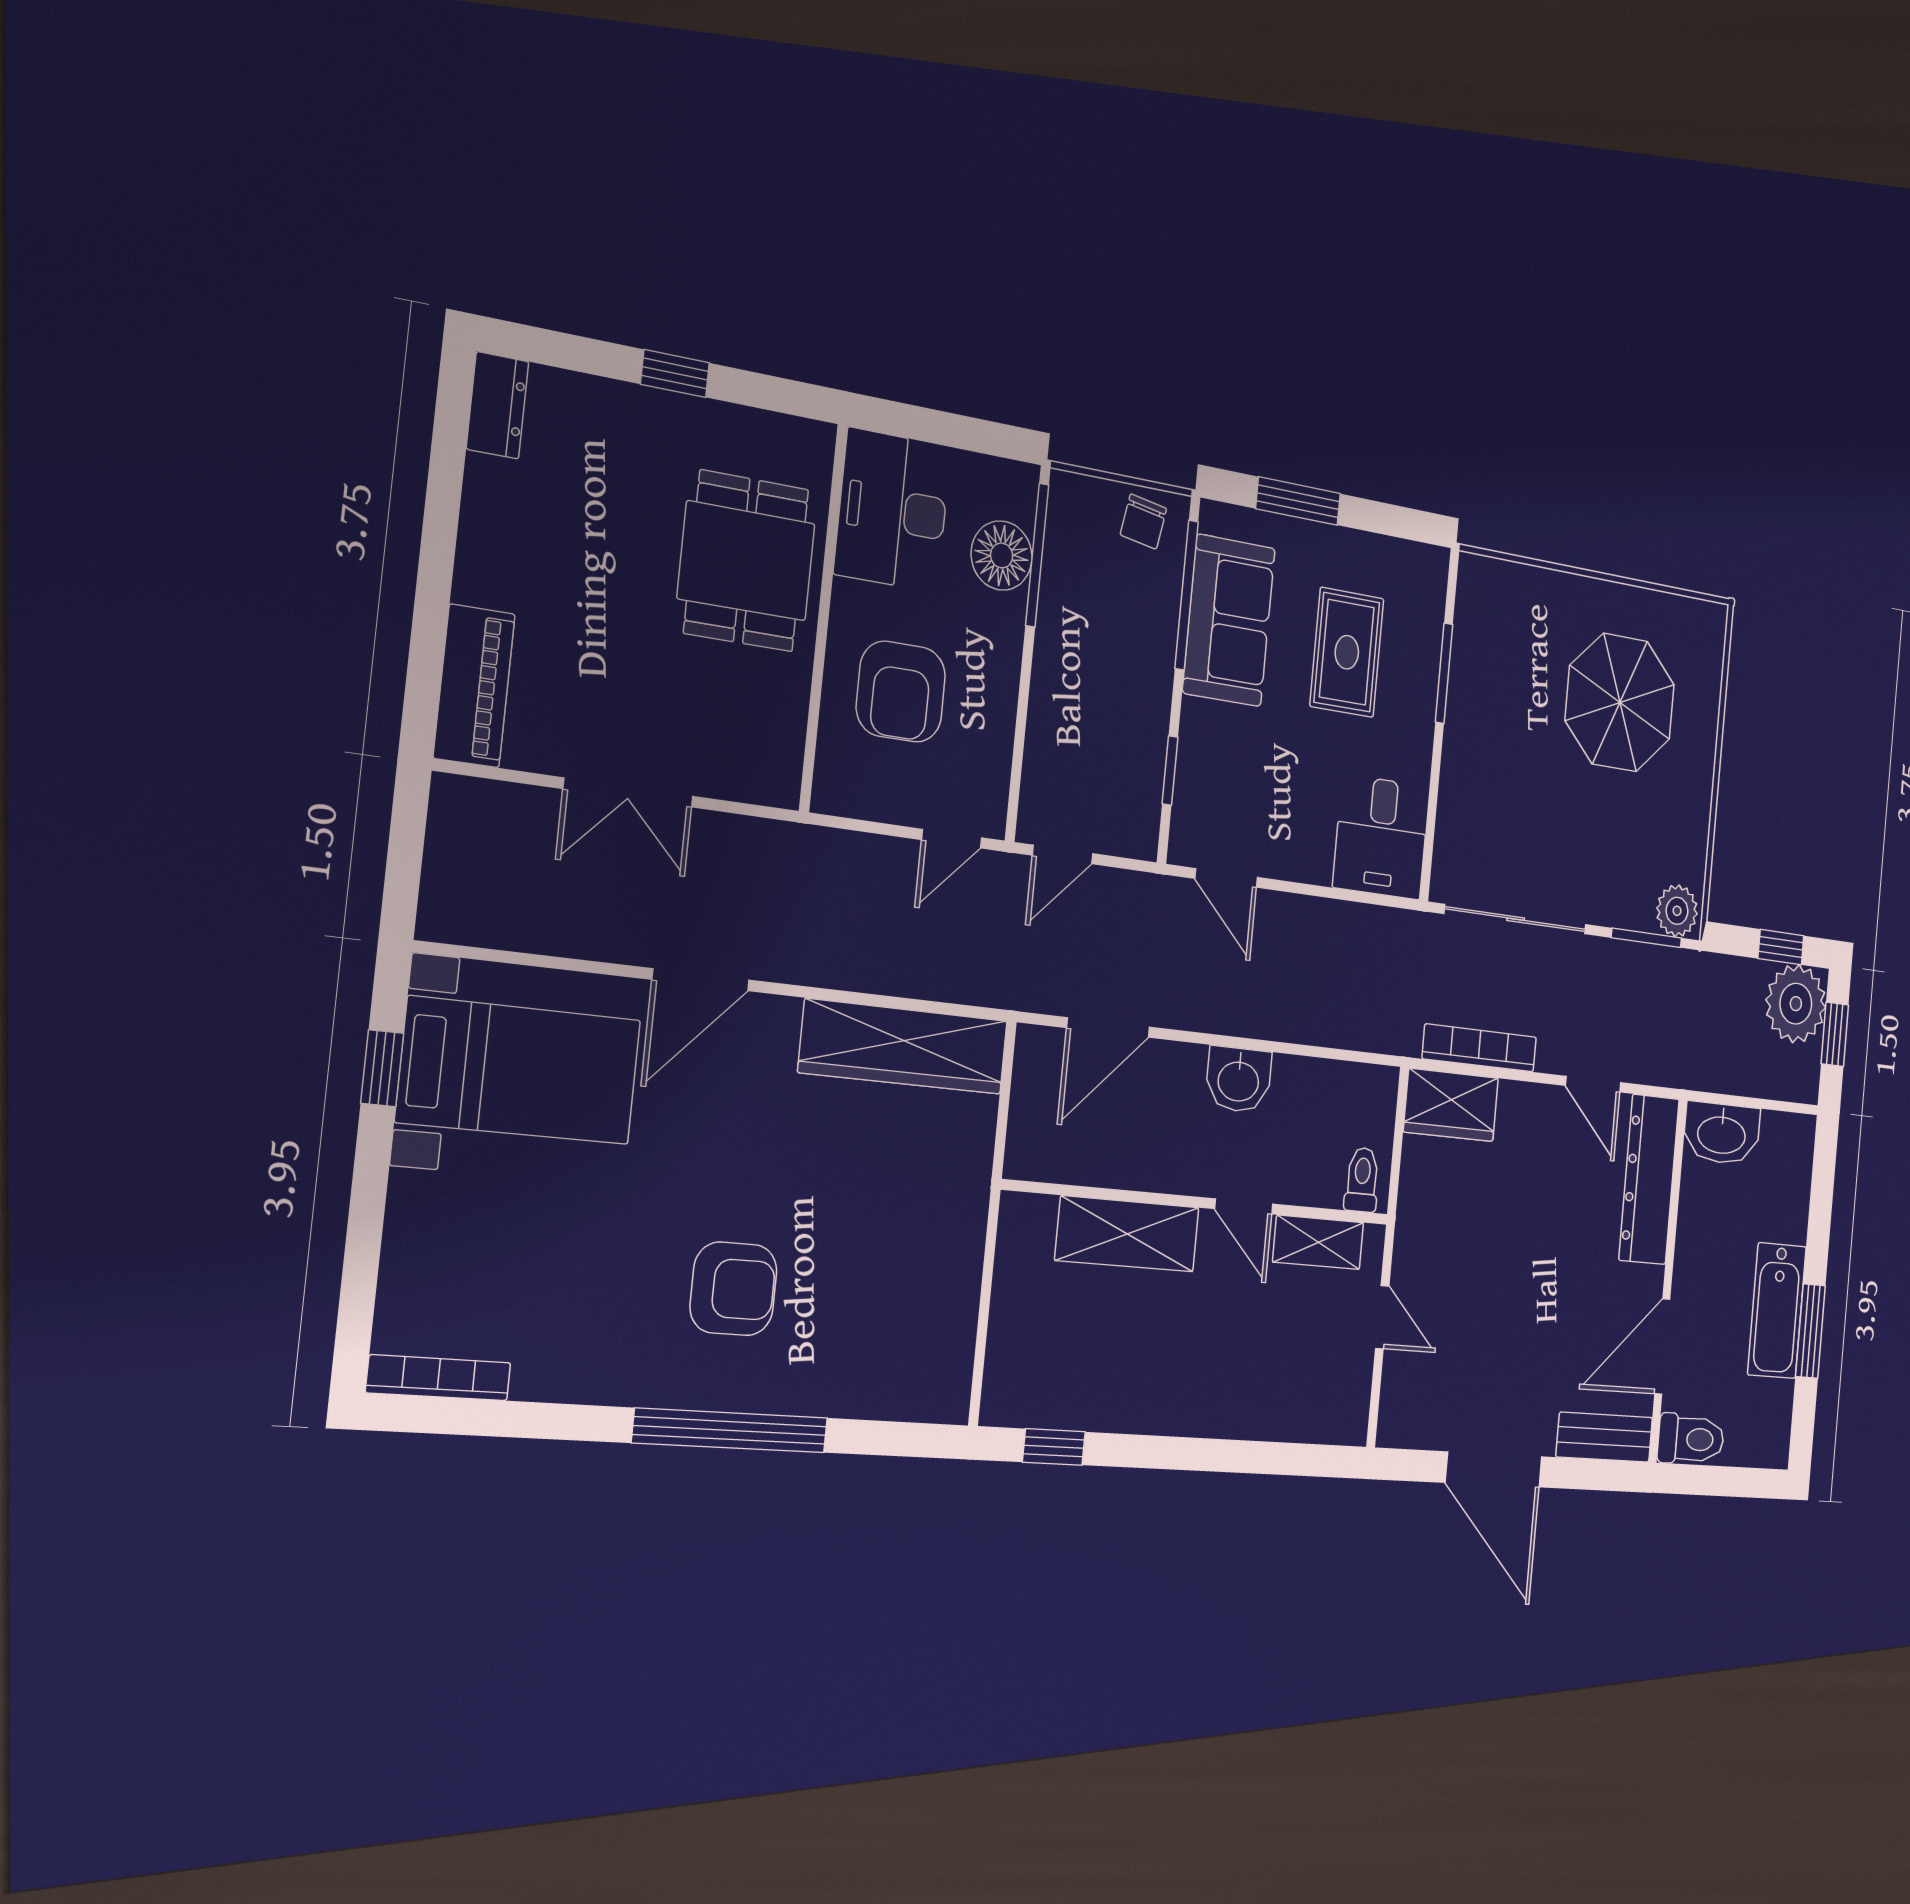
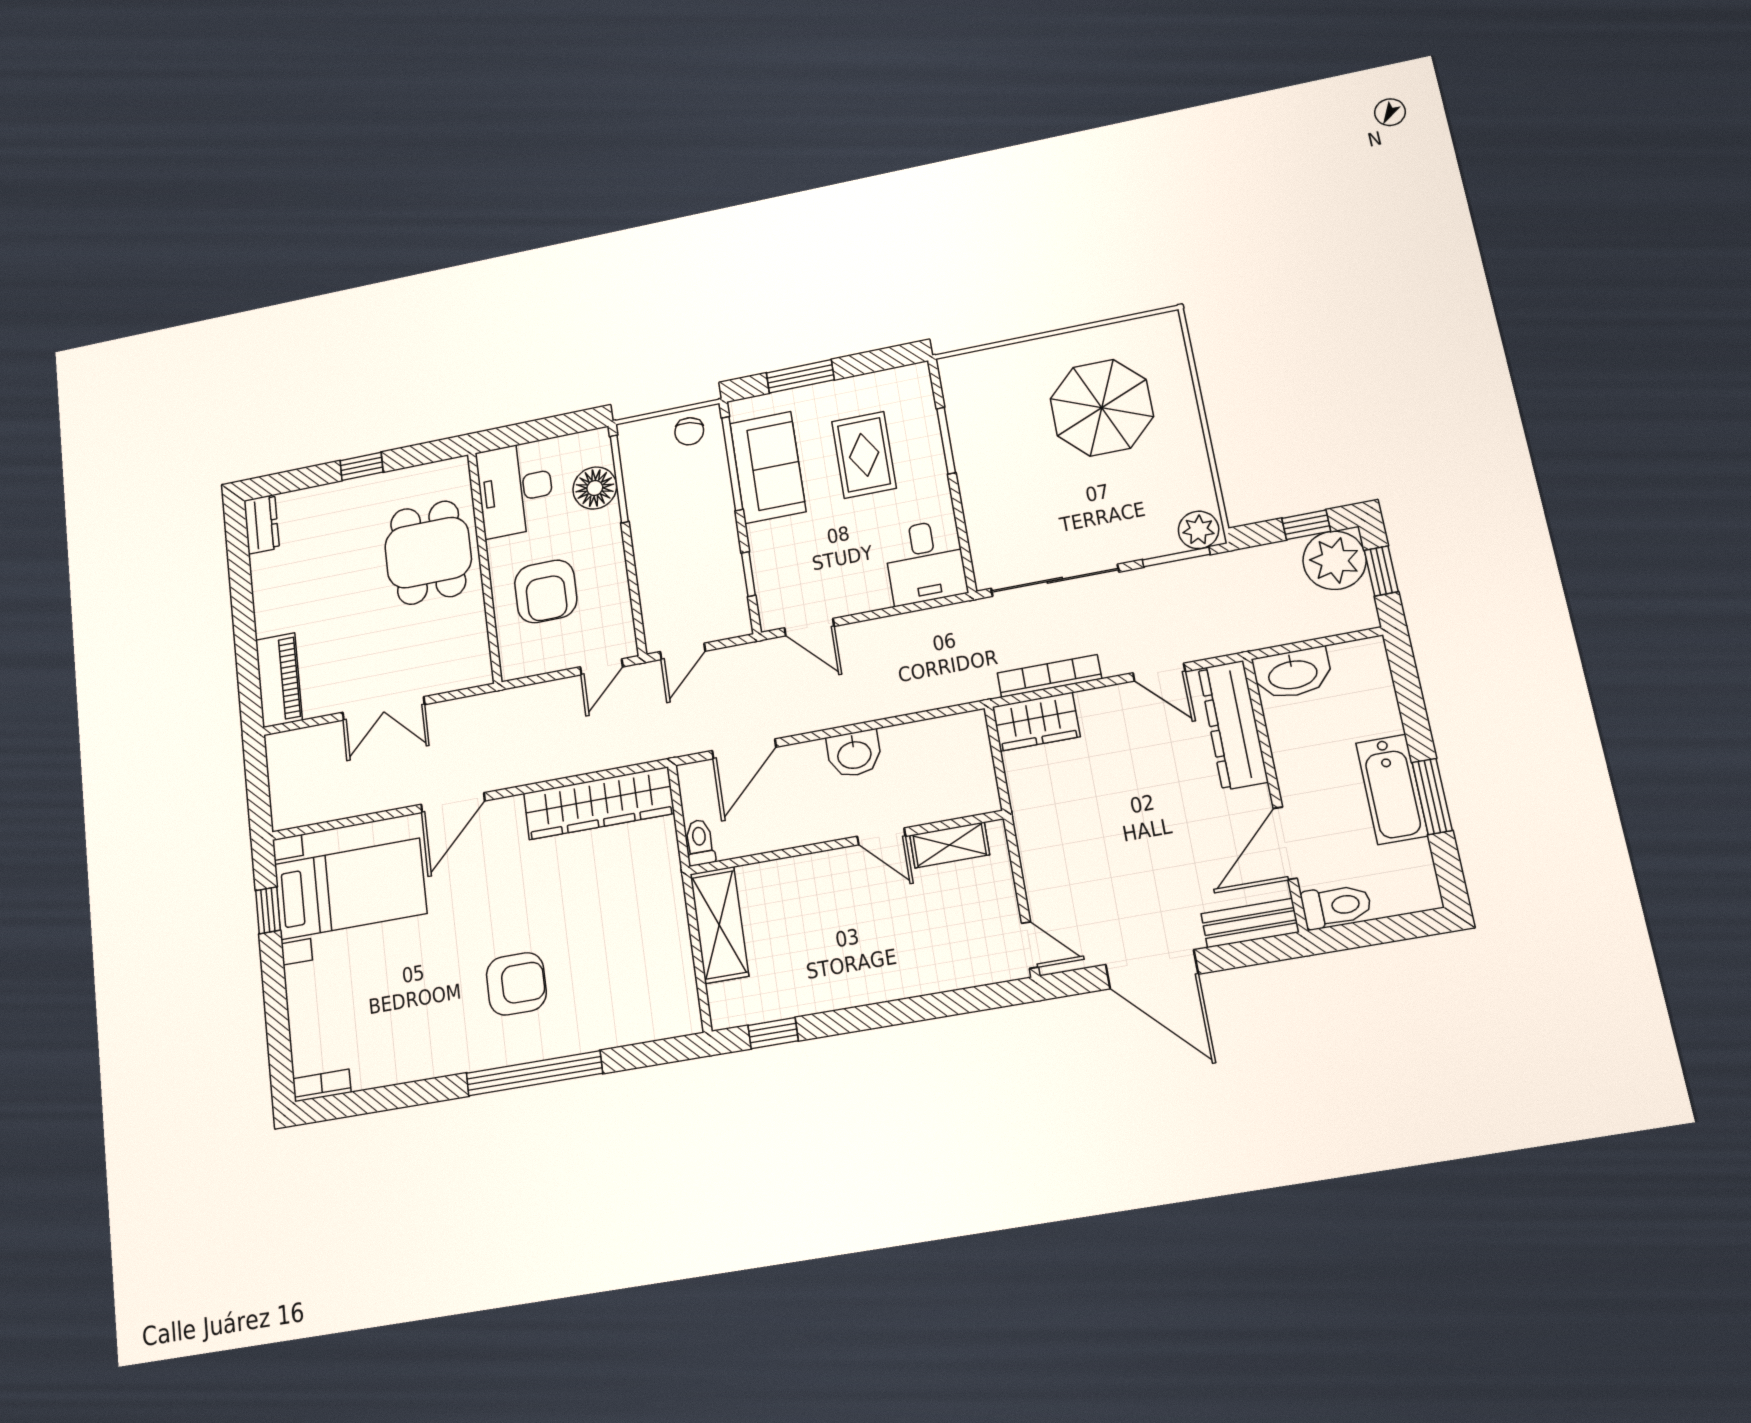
toilet: (1362, 1180) -> (700, 842), moved
shelving: (1127, 1234) -> (719, 925), moved, turned 90
door: (1382, 1317) -> (1030, 945), moved
bookcase: (439, 1378) -> (322, 1086), width x0.64

